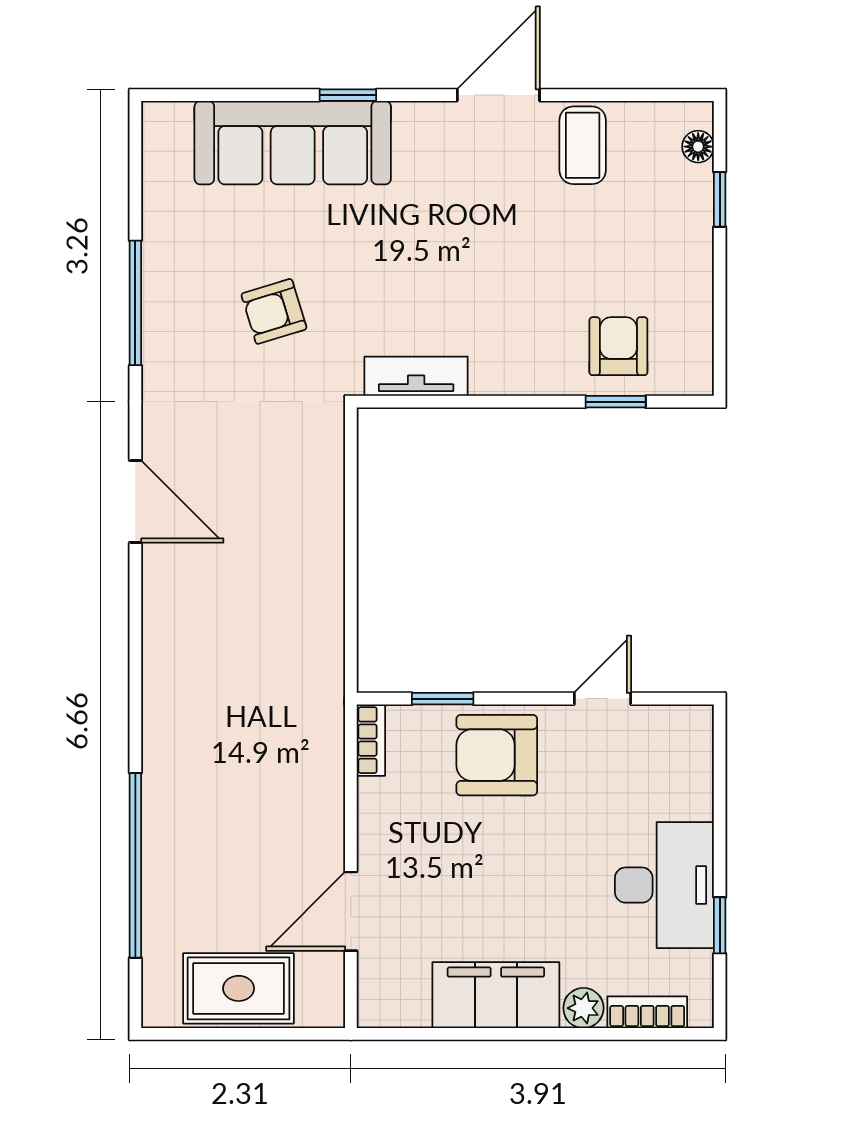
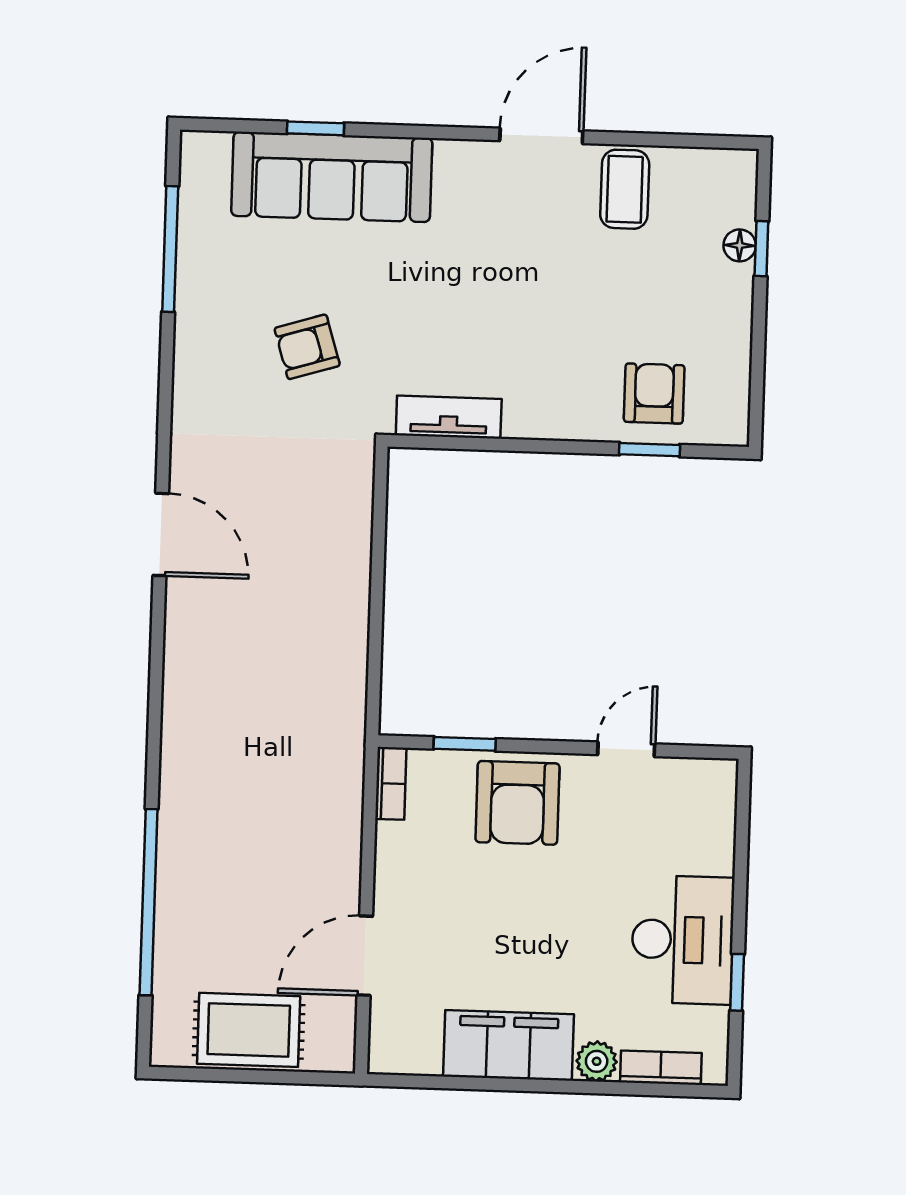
window: (348, 95) -> (315, 128), moved
floor lamp: (698, 147) -> (740, 245), moved
window: (135, 303) -> (170, 249), moved
armchair: (497, 755) -> (517, 803), turned -90

